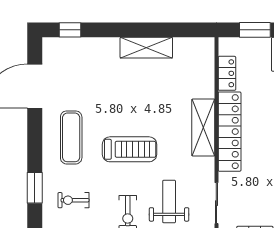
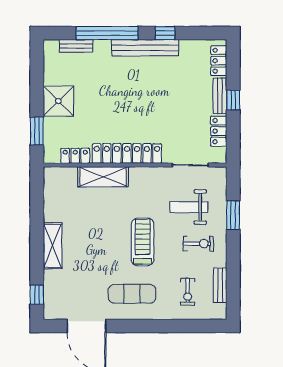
shelving: (146, 48) -> (53, 246), moved
shelving: (203, 128) -> (103, 177), moved
window: (35, 188) -> (177, 326), removed

